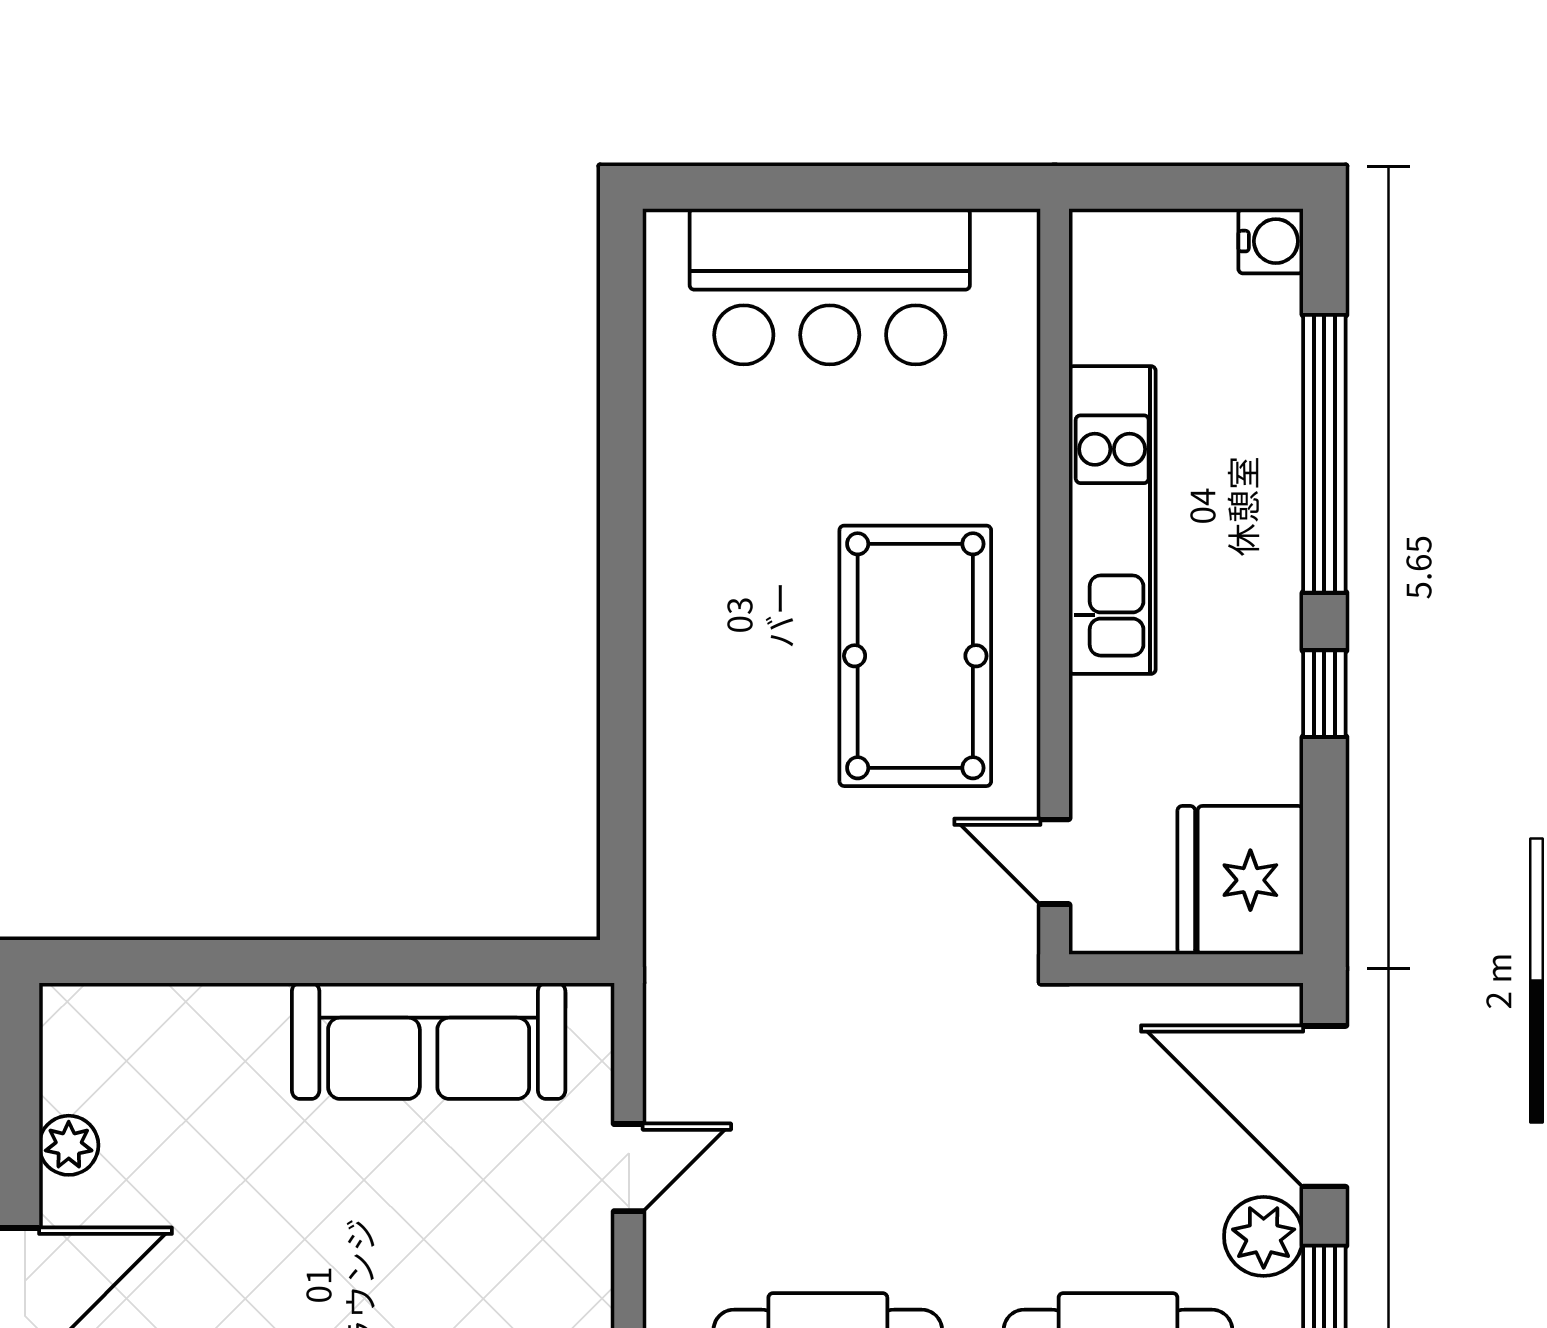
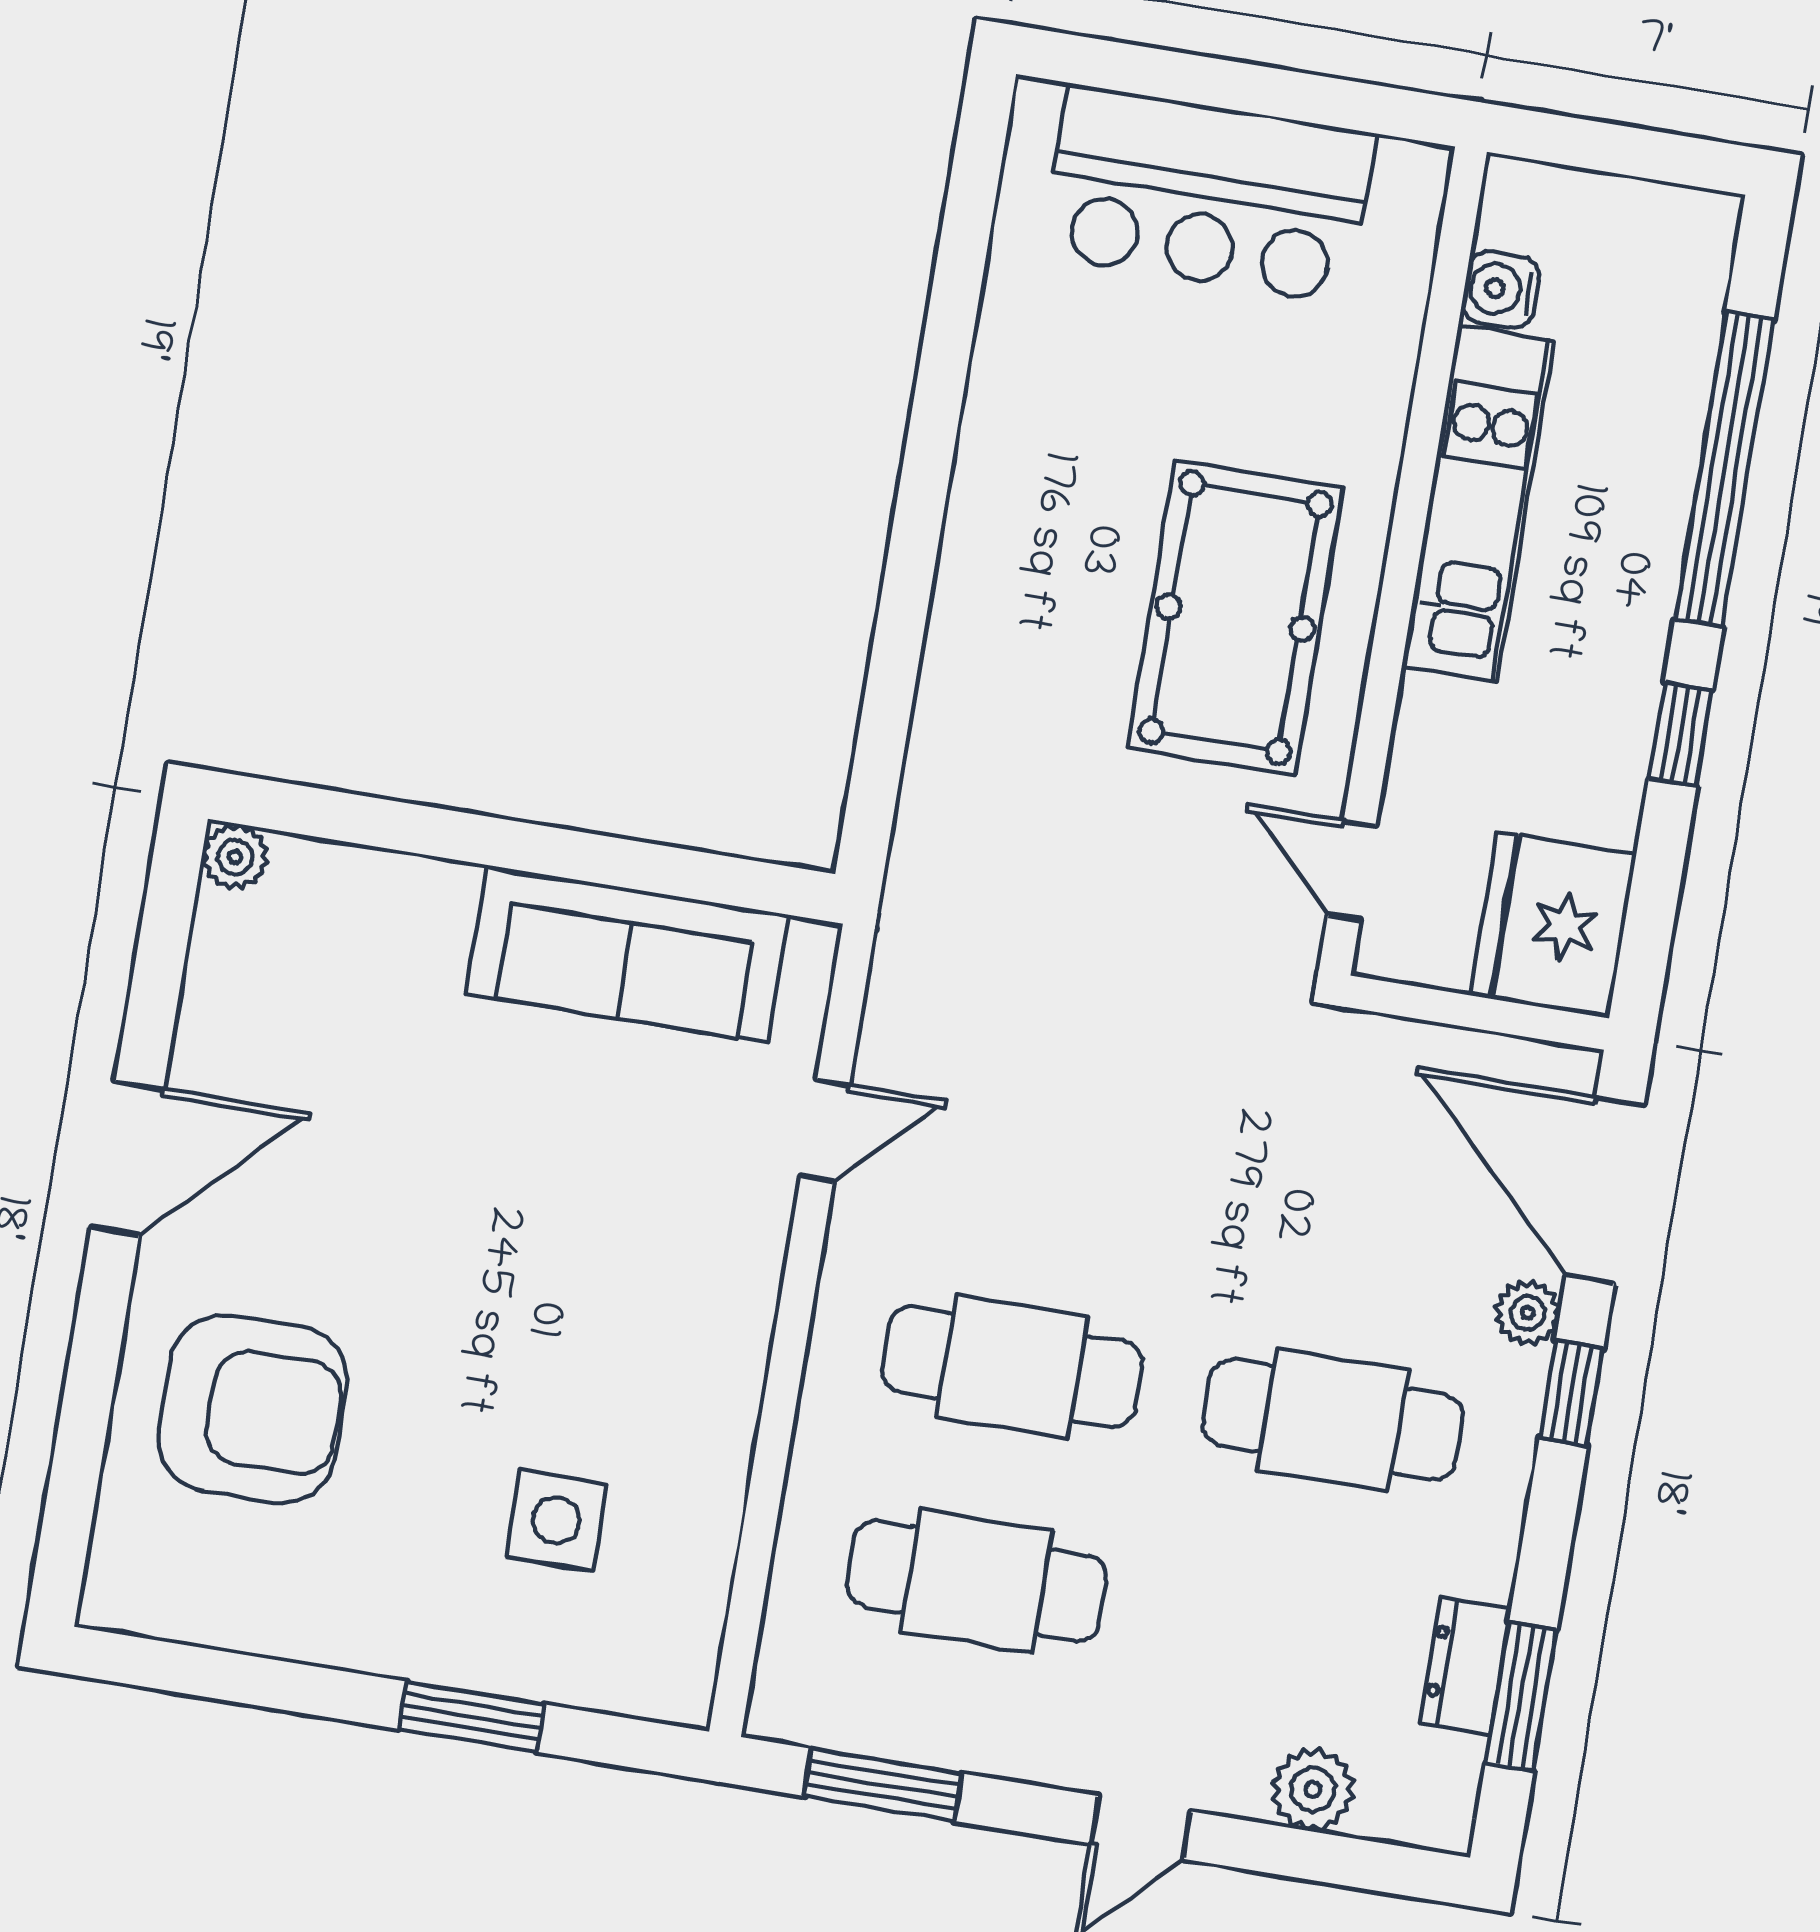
water cooler: (1271, 241) -> (1501, 290), moved, turned 180
plant: (69, 1145) -> (235, 857), moved
plant: (1264, 1236) -> (1528, 1313), width x0.73, depth x0.73

